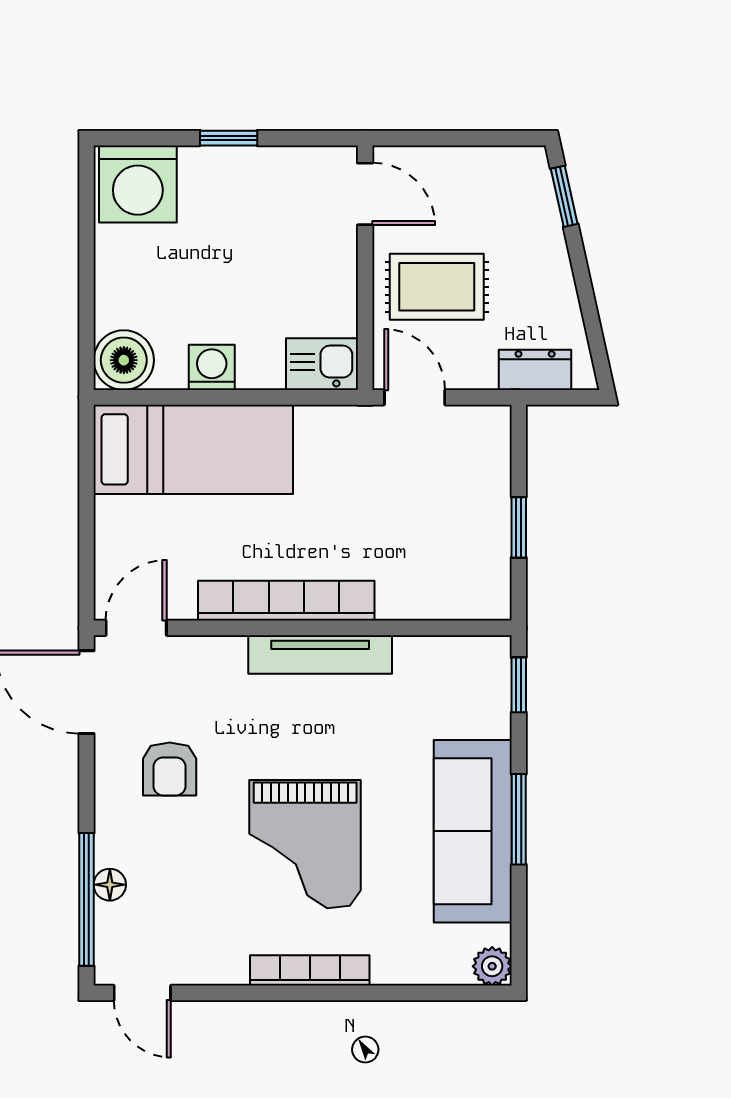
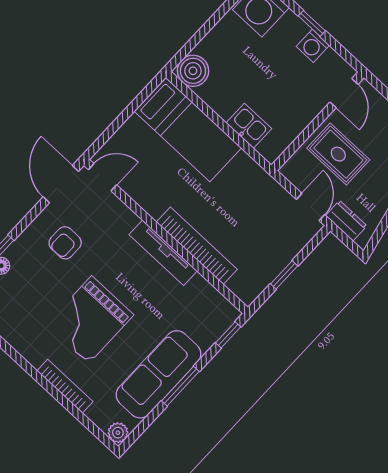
kitchen sink: (322, 364) -> (249, 126), moved
washing machine: (212, 367) -> (313, 46), moved, turned 180
door: (415, 397) -> (311, 207), moved
bookcase: (286, 601) -> (197, 246), moved
bookcase: (310, 970) -> (65, 386), moved

